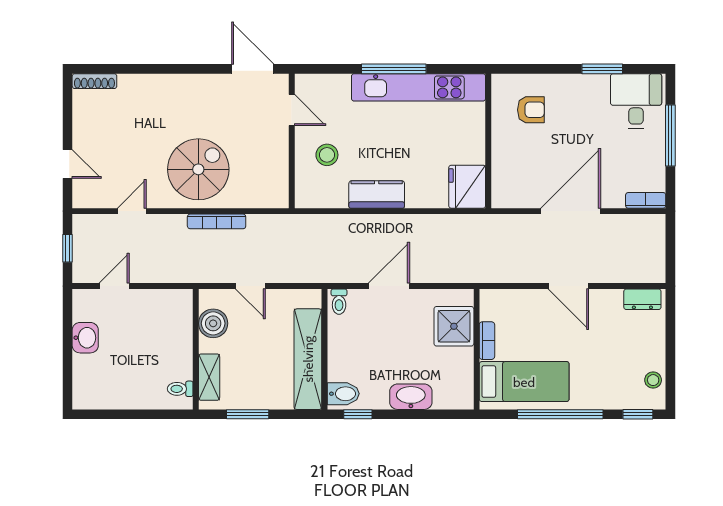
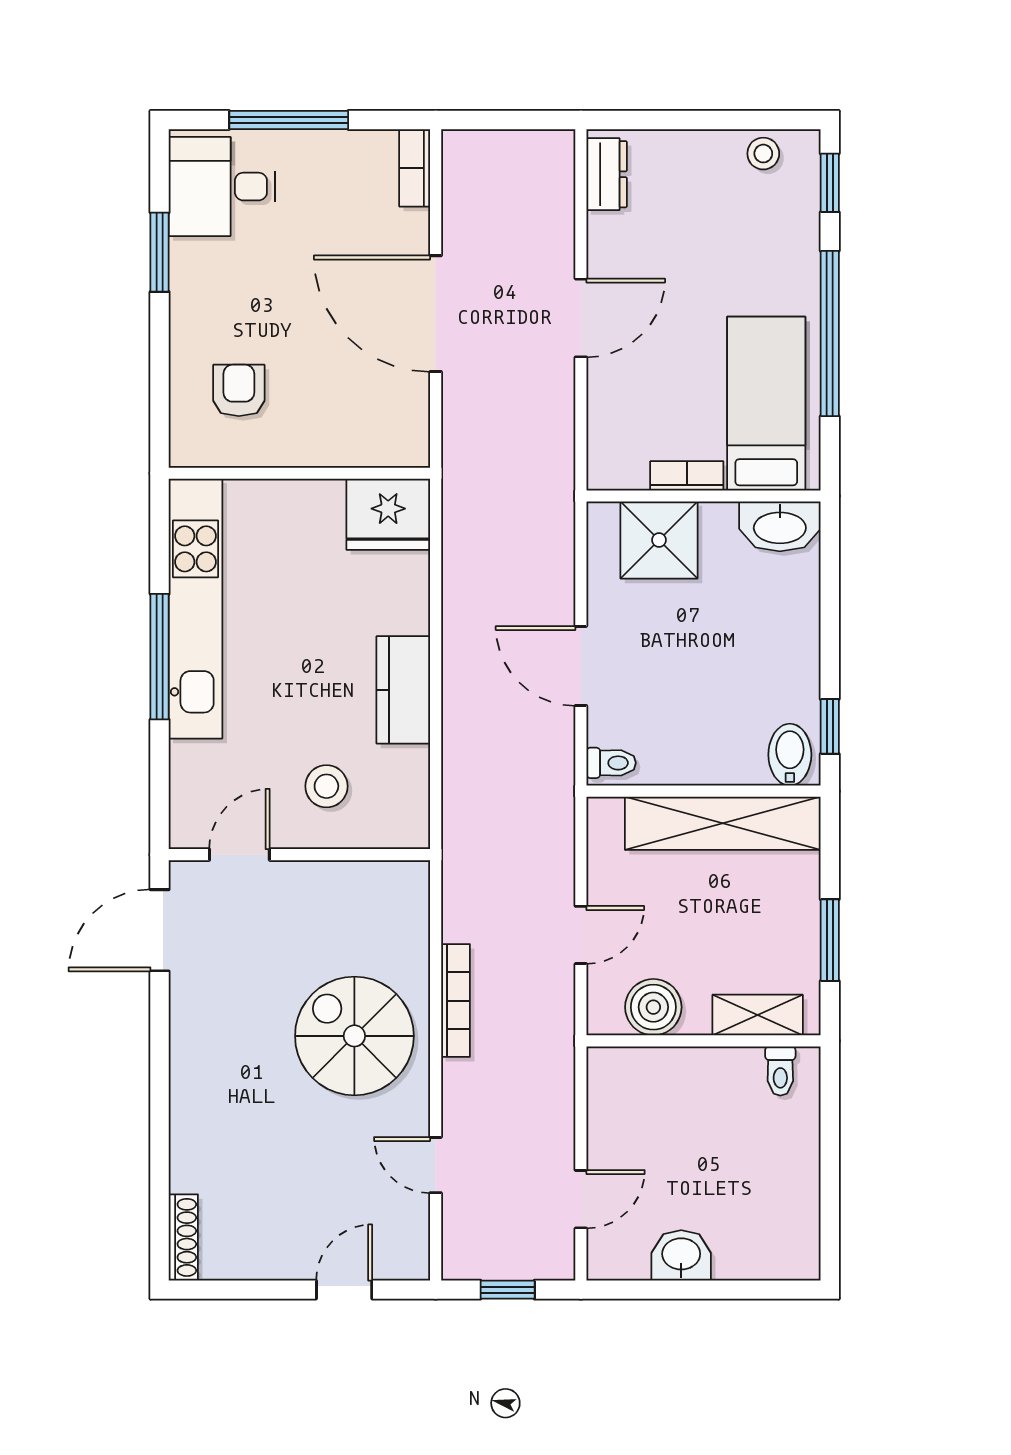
door: (114, 286) -> (581, 1199), swing flipped
washbasin: (411, 397) -> (780, 526), moved, turned -90

